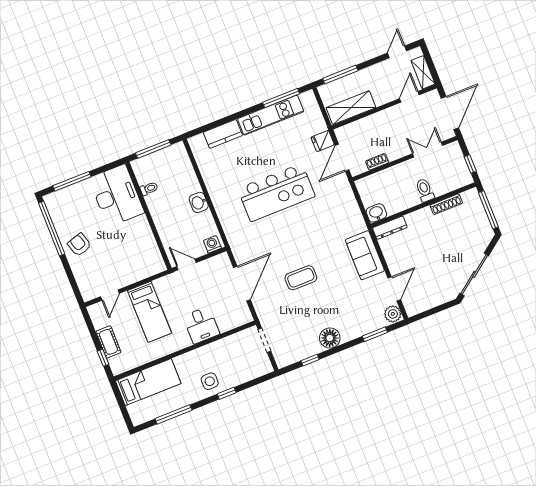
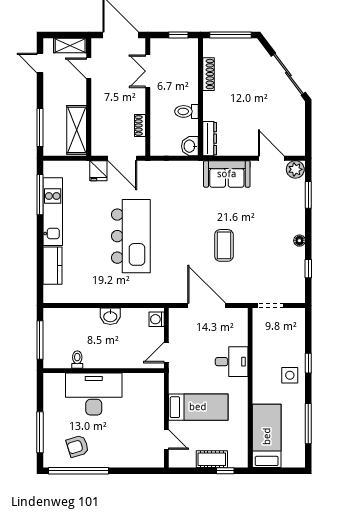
toilet: (425, 190) -> (186, 111), moved
desk: (116, 195) -> (94, 394), moved
armchair: (79, 245) -> (77, 446), moved
floor lamp: (330, 338) -> (299, 241), width x0.53, depth x0.53

